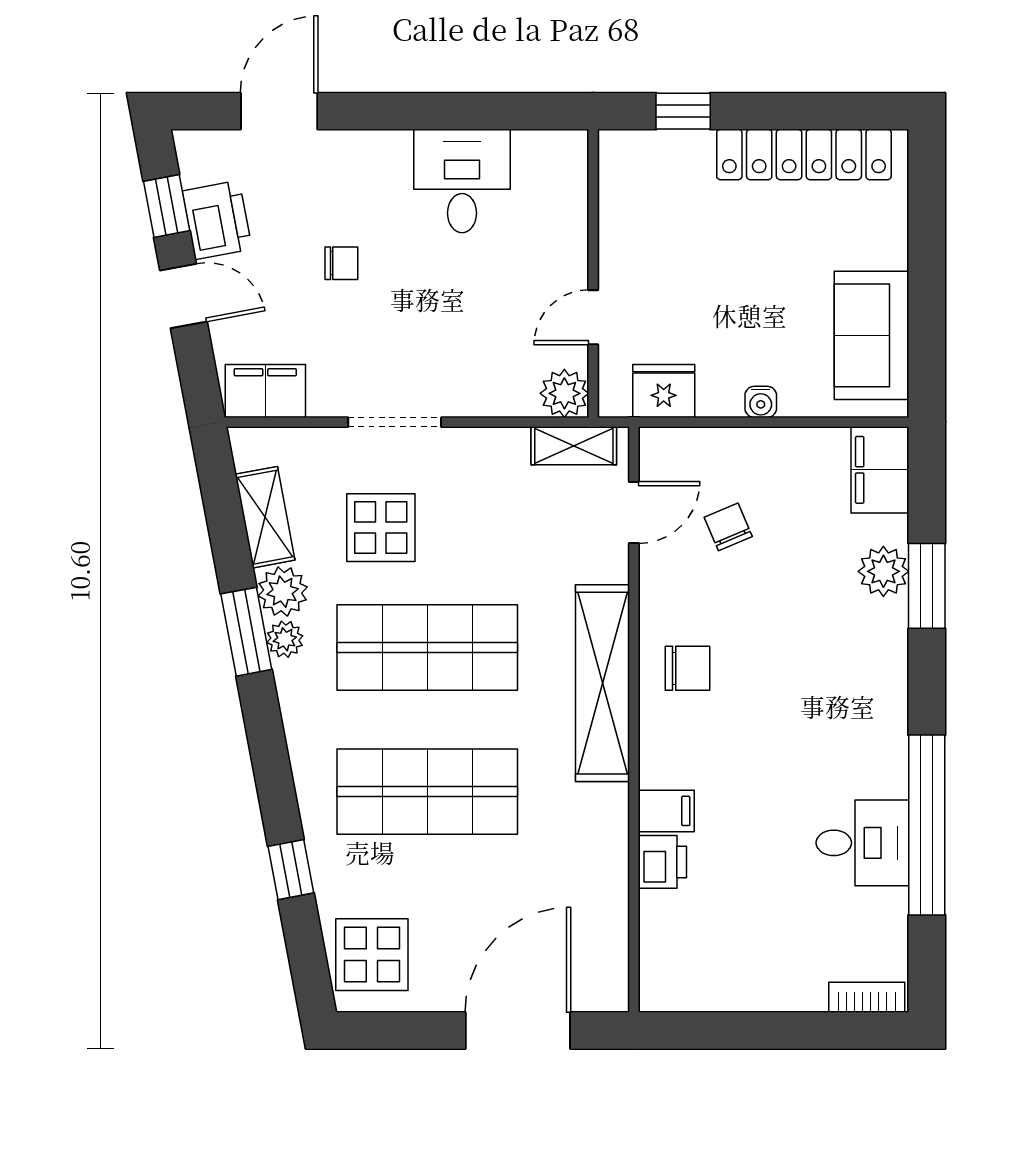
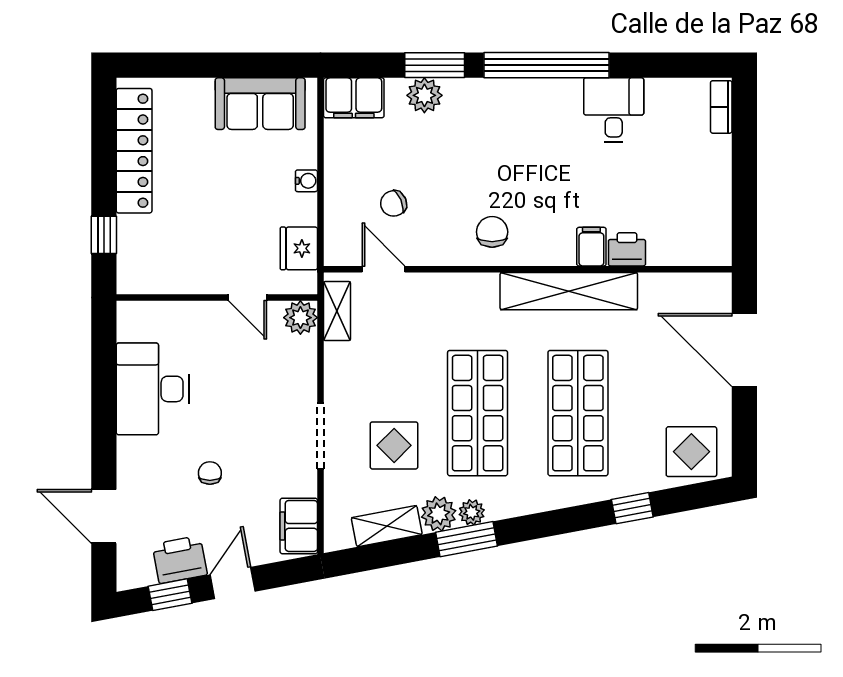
desk: (462, 181) -> (153, 389), width x1.37
shelving: (602, 683) -> (569, 291), moved
window: (927, 825) -> (546, 65), moved

